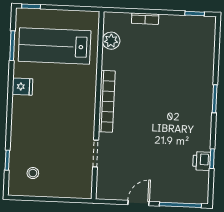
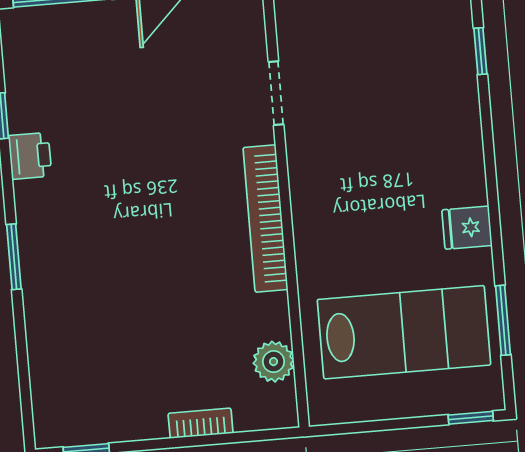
printer: (202, 161) -> (30, 156), moved
stool: (33, 173) -> (417, 29), removed

